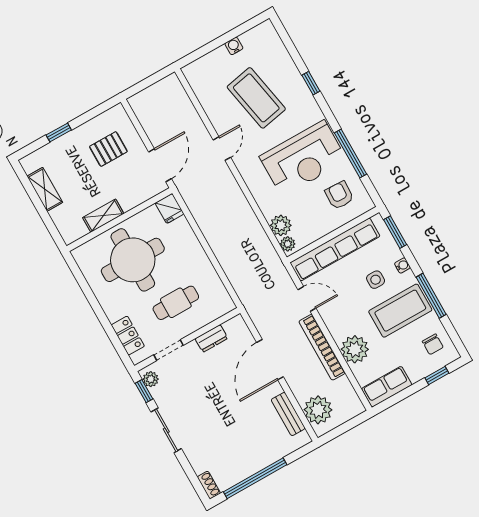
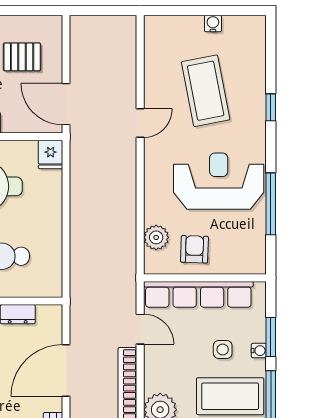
reception desk: (303, 158) -> (219, 181), turned 180
door: (160, 165) -> (66, 104), swing flipped
armchair: (339, 195) -> (194, 249), moved
window: (395, 232) -> (271, 337), moved
plant: (288, 244) -> (152, 261), removed

